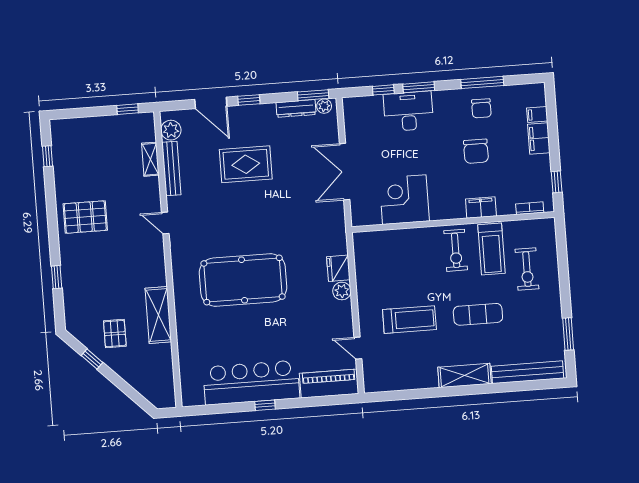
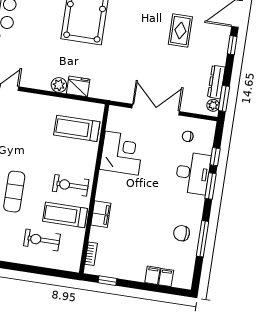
filing cabinet: (539, 138) -> (152, 275), width x0.50
chair: (476, 151) -> (188, 136), moved, width x0.54, depth x0.54
rug: (246, 164) -> (180, 31), width x0.73, depth x0.70
treadmill: (409, 320) -> (77, 128), moved, turned 90

